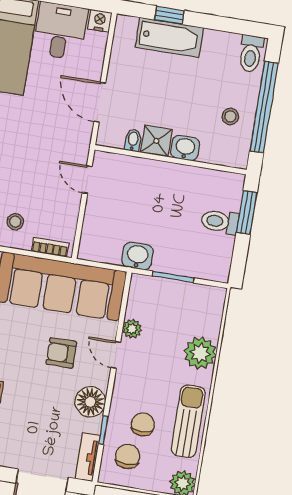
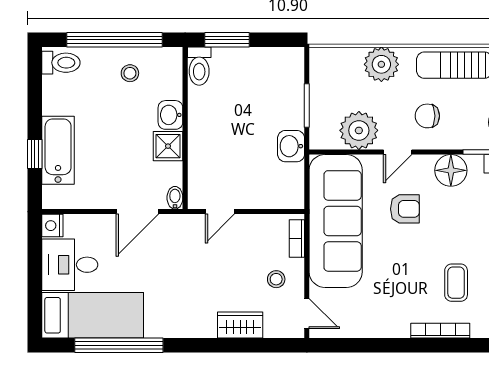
bidet: (133, 140) -> (175, 198), moved, turned 90
toilet: (220, 222) -> (199, 66), moved
plant: (132, 329) -> (359, 130), width x1.88, depth x1.88
armchair: (61, 353) -> (405, 209), turned -90
chair: (143, 424) -> (427, 116), moved

